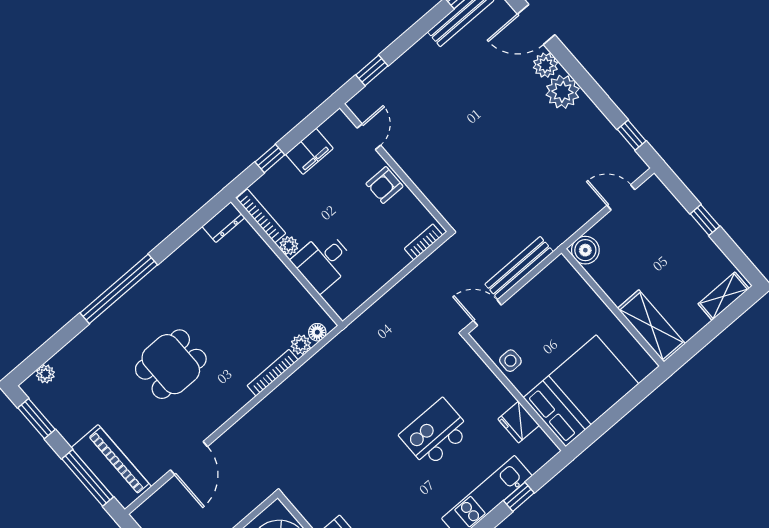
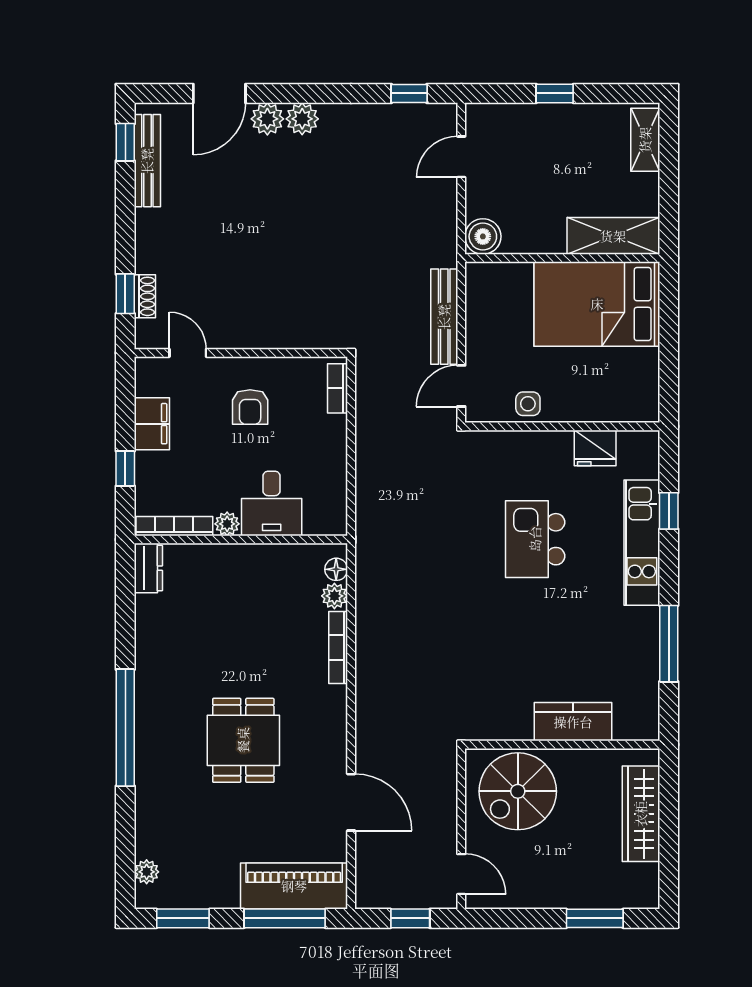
shoe rack: (380, 83) -> (145, 296), added
plant: (563, 92) -> (302, 119), width x0.73, depth x0.73
armchair: (384, 185) -> (250, 407), moved
bed: (581, 391) -> (597, 304), moved, turned -90

